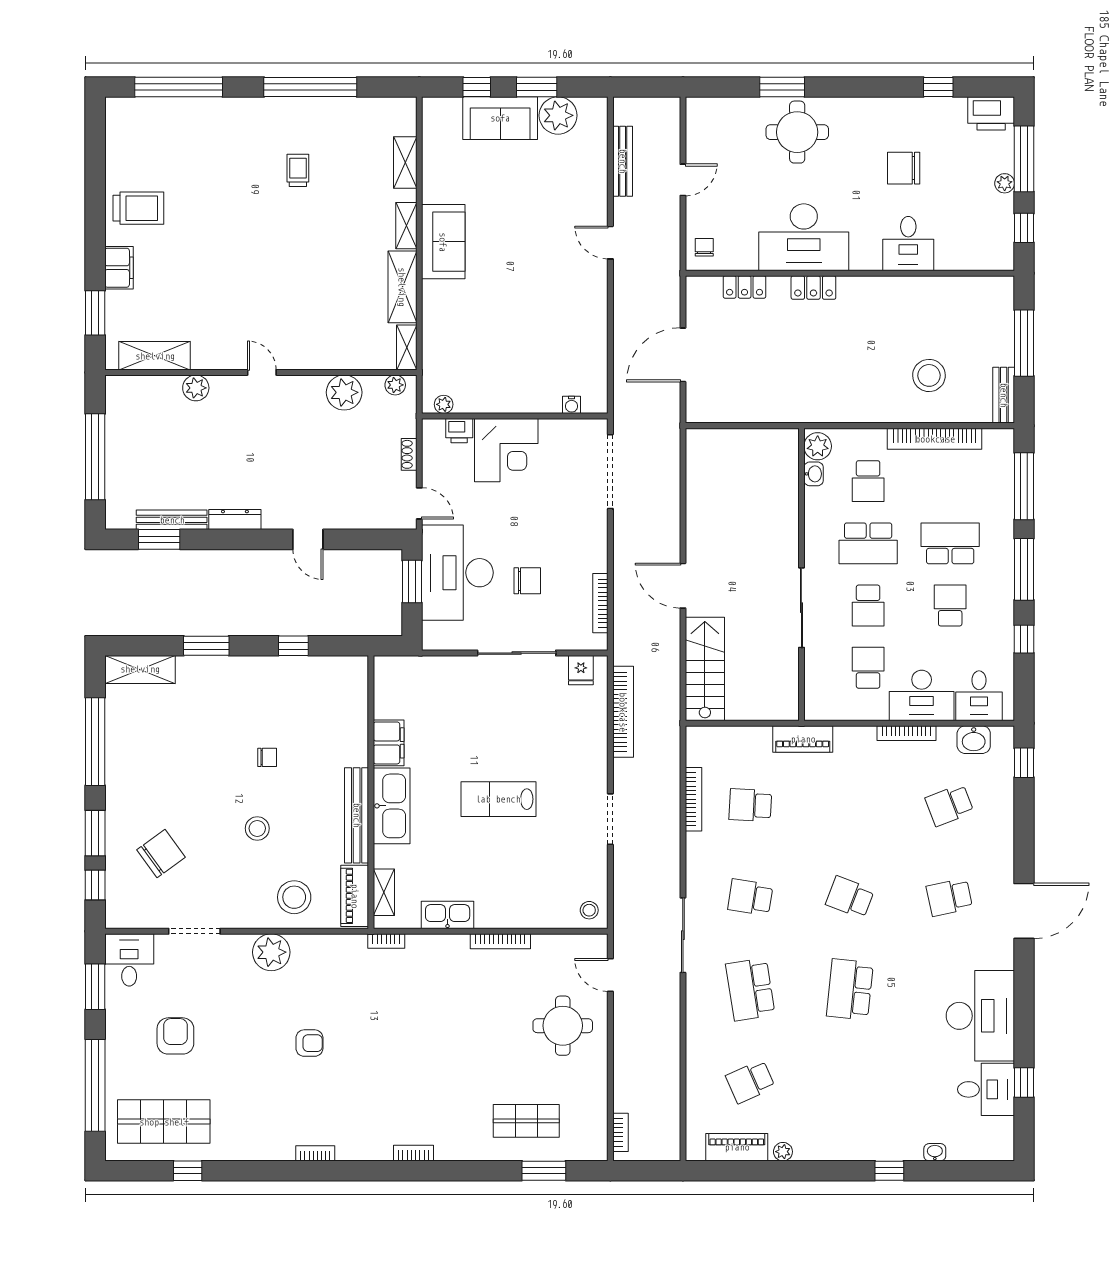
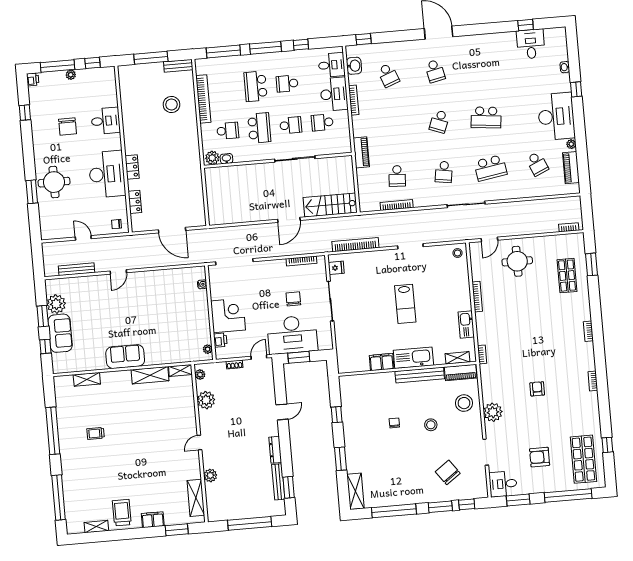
printer: (991, 113) -> (33, 79), width x0.53, depth x0.68
shelving: (406, 226) -> (96, 527), moved
desk: (980, 1016) -> (556, 116), moved, turned 90

